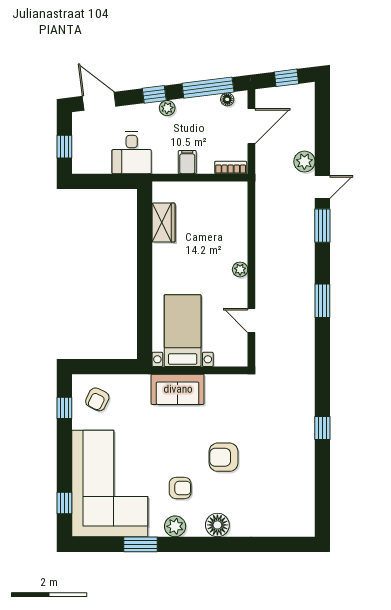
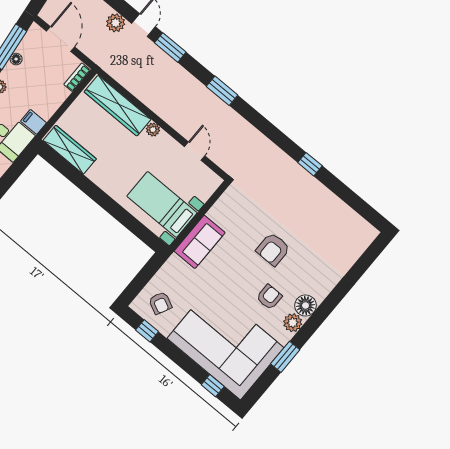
floor lamp: (227, 99) -> (16, 59), moved
filing cabinet: (187, 162) -> (33, 122), moved
wardrobe: (235, 222) -> (118, 106), added
wardrobe: (164, 223) -> (70, 150), width x1.50
door: (251, 320) -> (195, 151), swing flipped
floor lamp: (217, 525) -> (306, 305), moved

